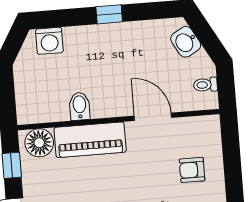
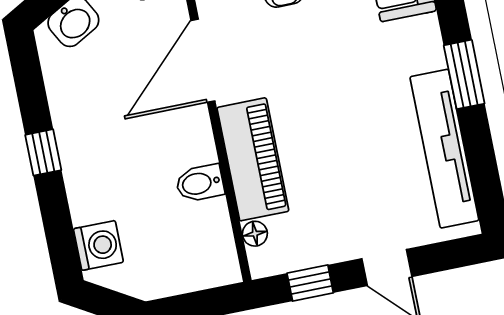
door: (153, 117) -> (203, 61), width x1.36
floor lamp: (39, 143) -> (255, 234), width x0.53, depth x0.53

